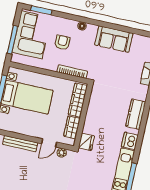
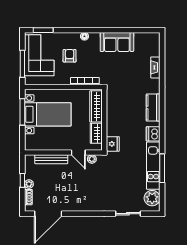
door: (49, 143) -> (78, 152), hinge flipped

